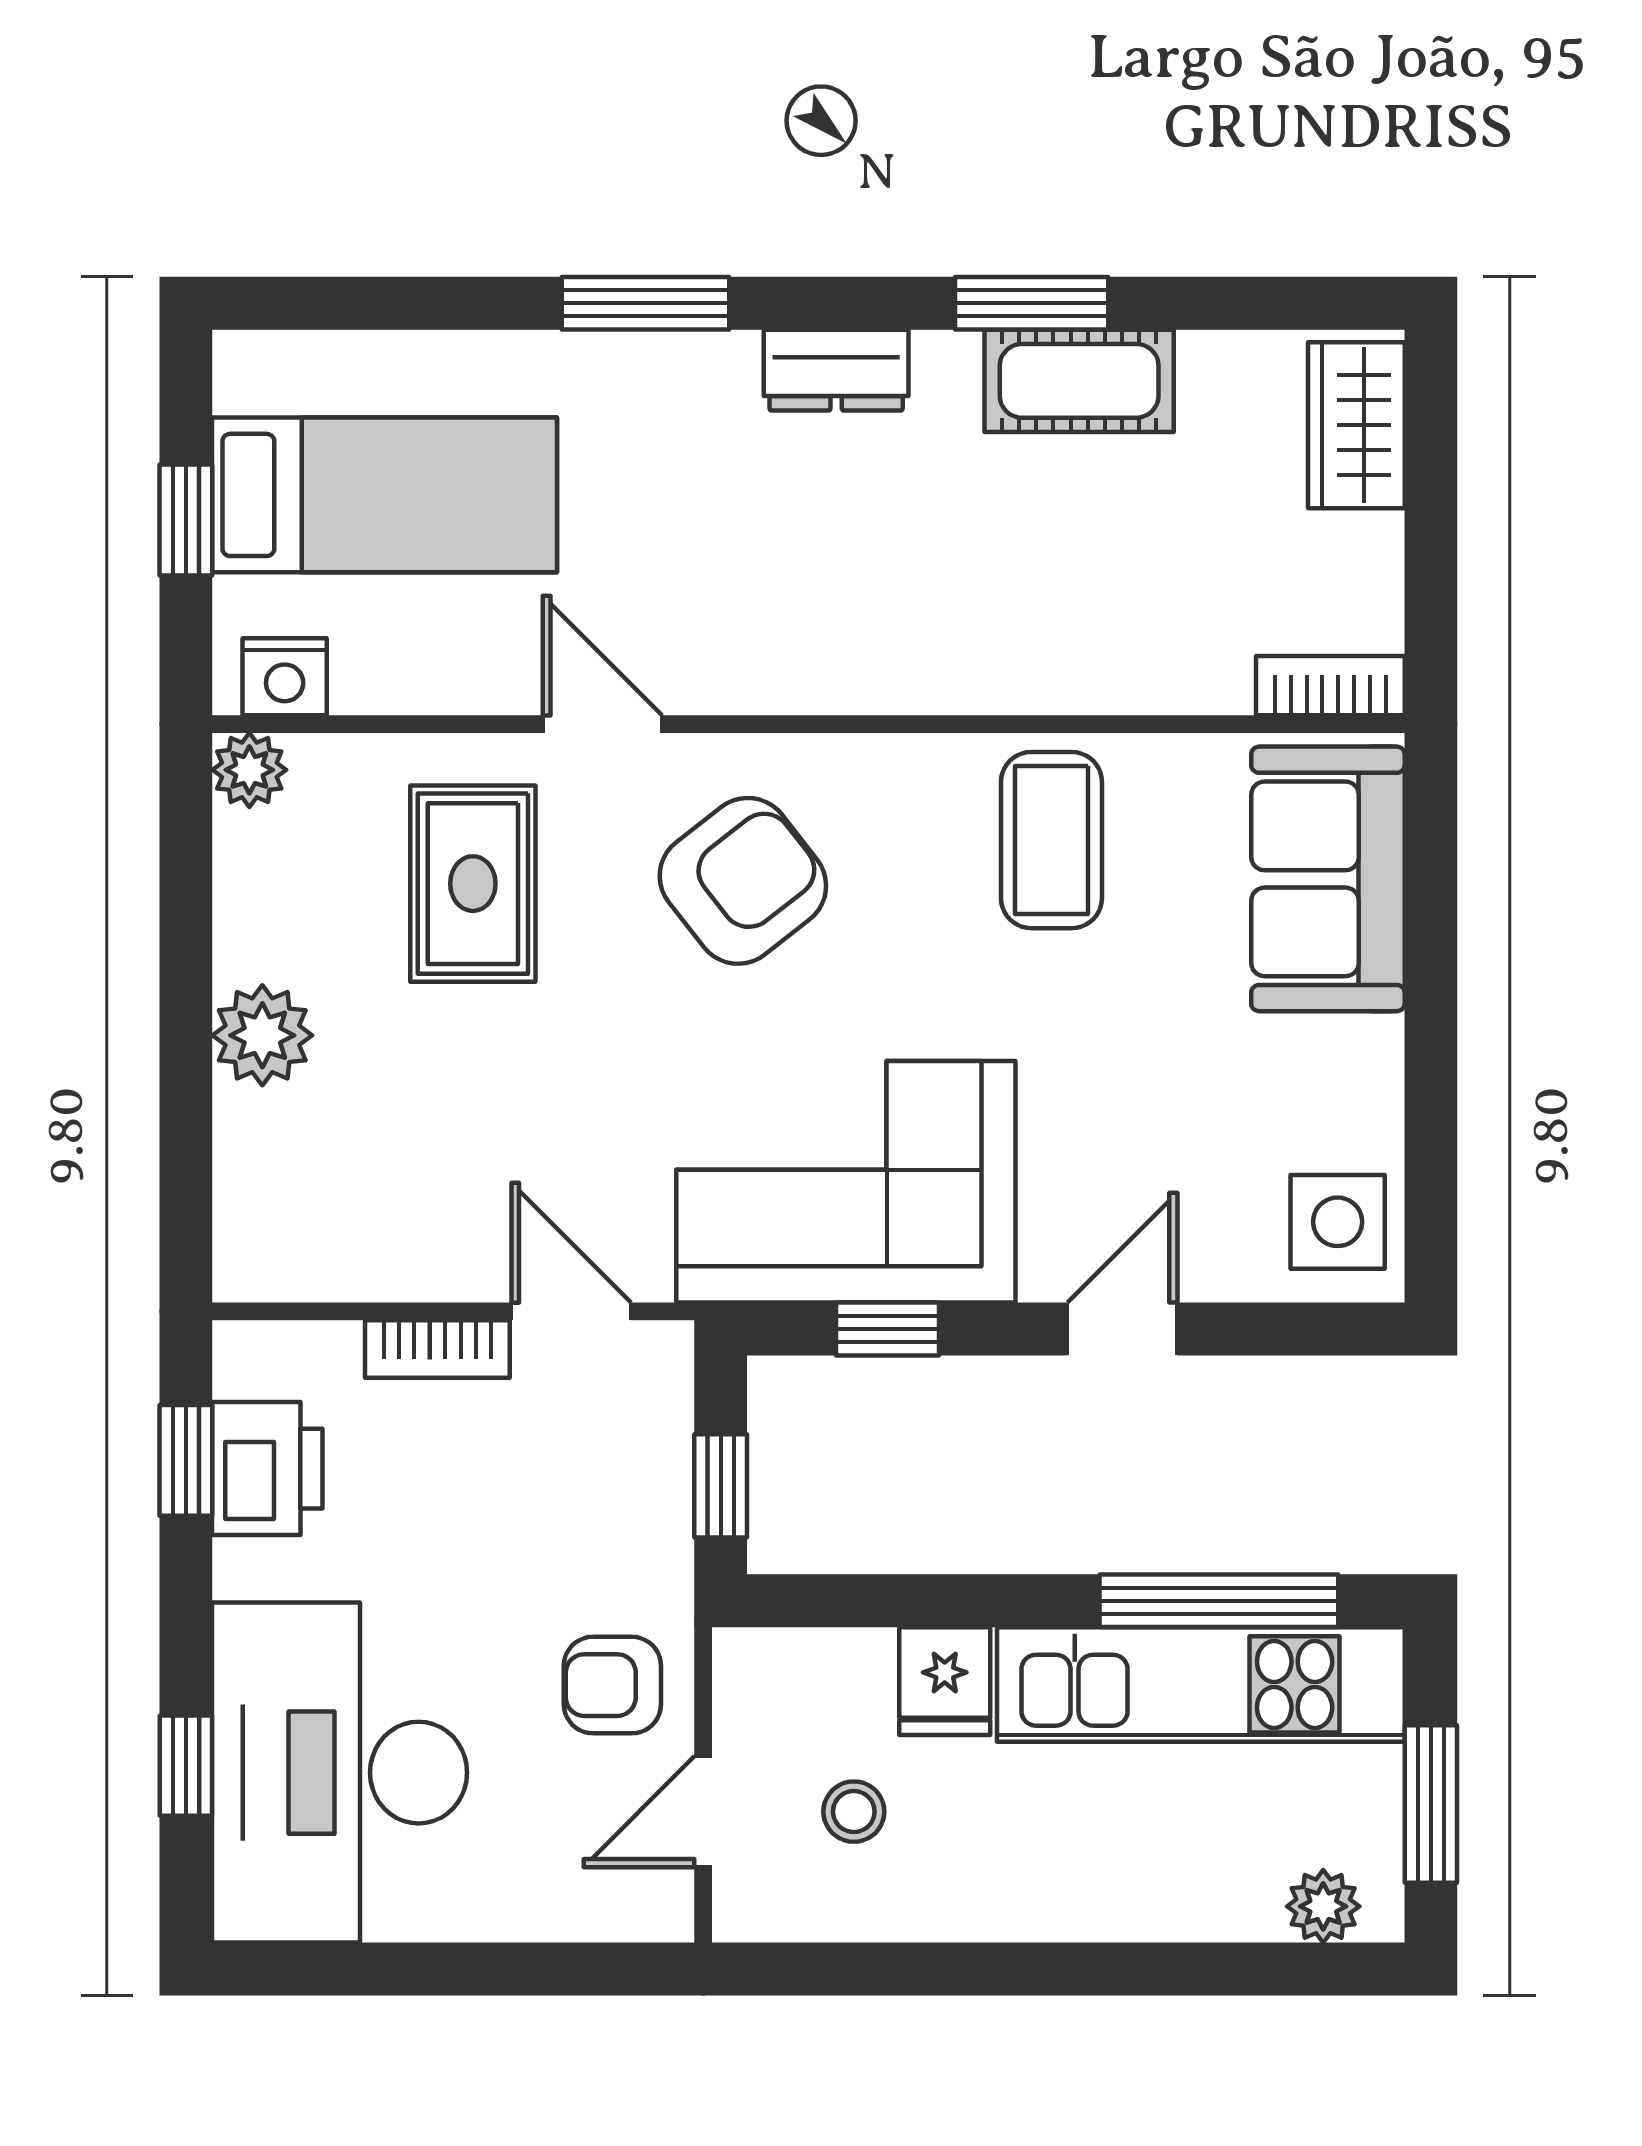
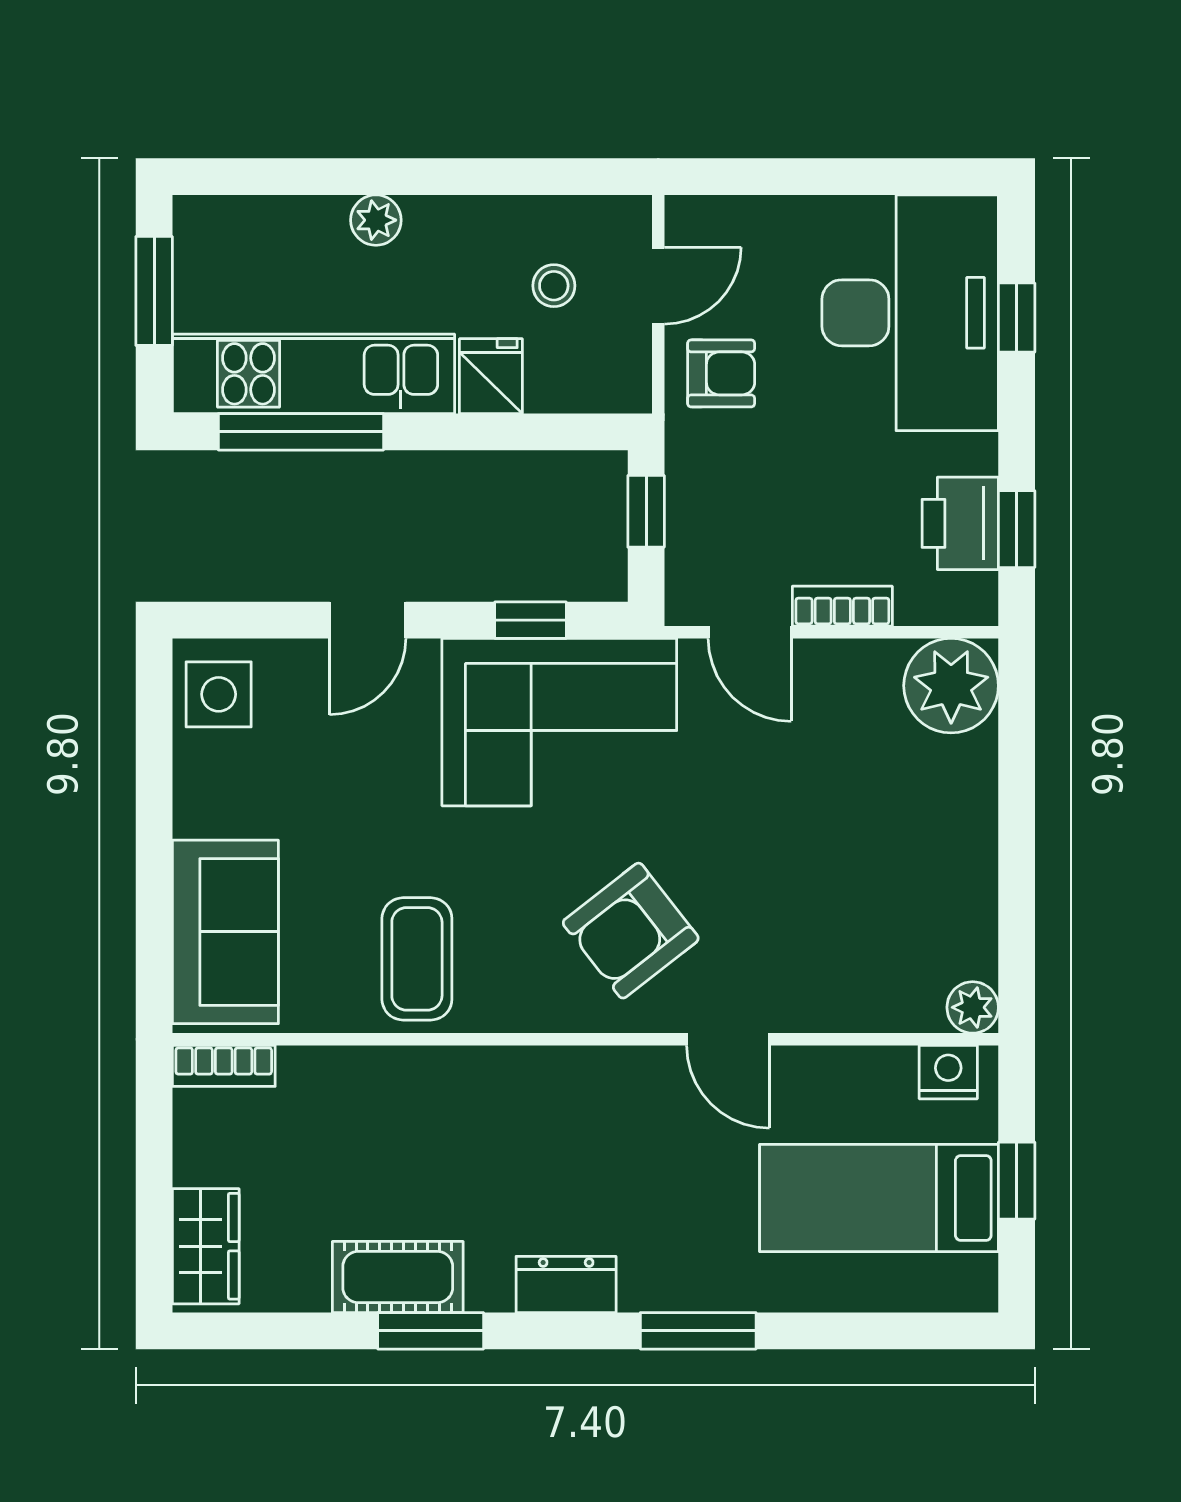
rug: (473, 884) -> (818, 929), removed
plant: (262, 1035) -> (951, 686), moved, width x1.36, depth x1.36
plant: (1323, 1906) -> (376, 220), moved

